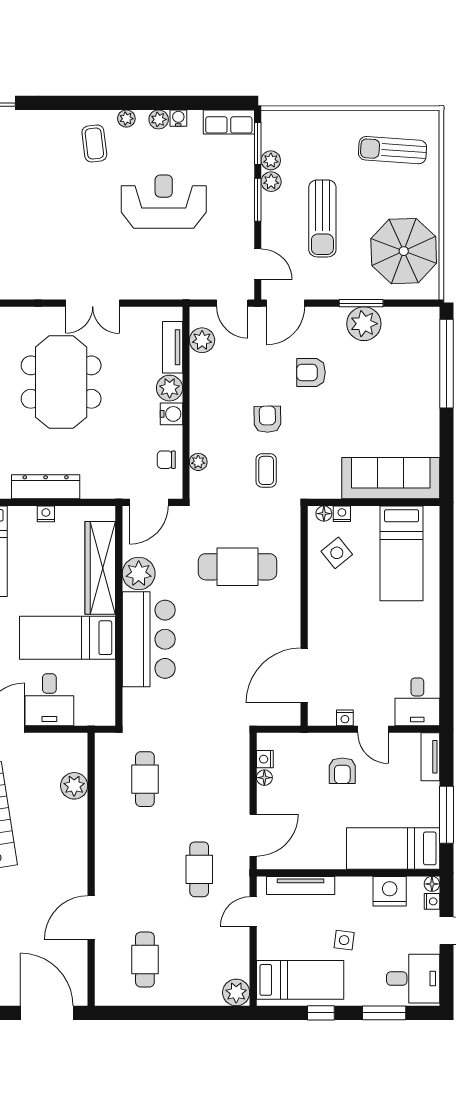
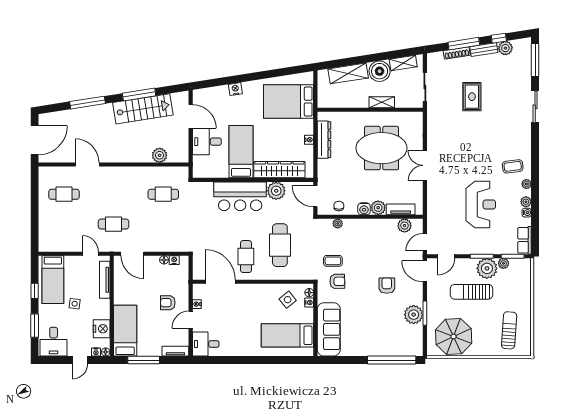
plant: (271, 182) -> (487, 268), width x1.88, depth x1.88
armchair: (267, 419) -> (337, 281), moved
cafe table: (258, 629) -> (246, 257), added
plant: (236, 992) -> (46, 244), removed

